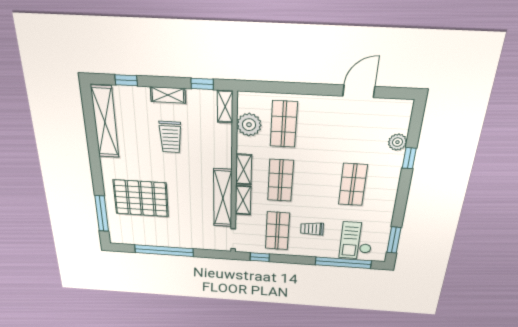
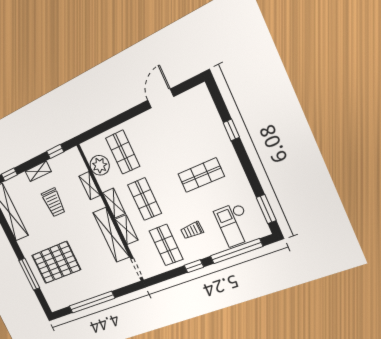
shelving: (225, 107) -> (90, 186), moved
plant: (397, 142) -> (214, 122), removed
shop shelf: (353, 185) -> (201, 175), turned 90
window: (102, 214) -> (29, 274), moved
window: (260, 257) -> (194, 266), moved

